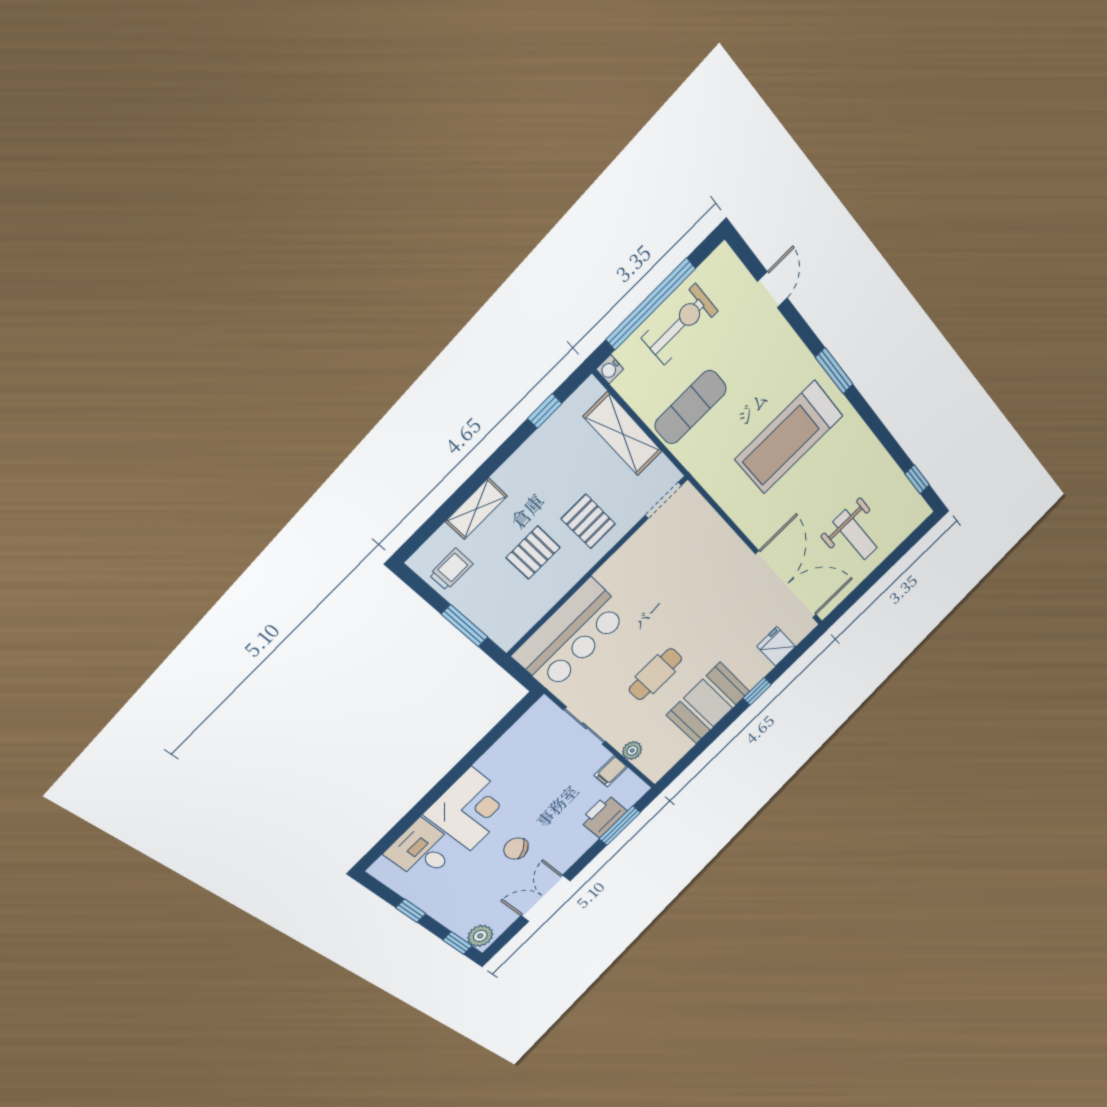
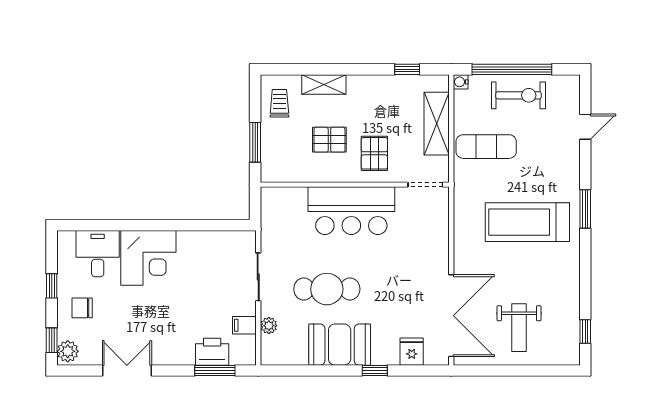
trolley: (451, 569) -> (279, 103), turned -90
bar counter: (571, 635) -> (351, 211), moved
cafe table: (655, 674) -> (327, 289), width x1.37, depth x1.35
chair: (516, 848) -> (82, 308), moved, turned -58

